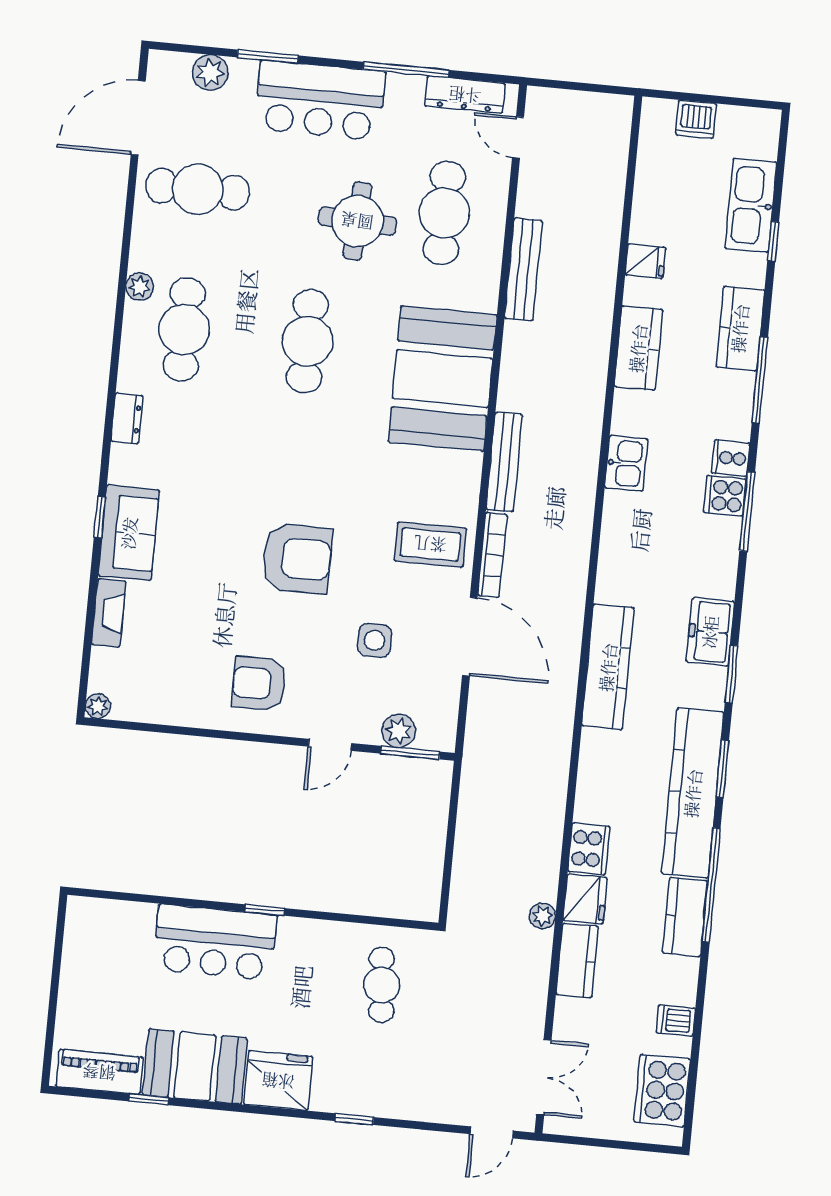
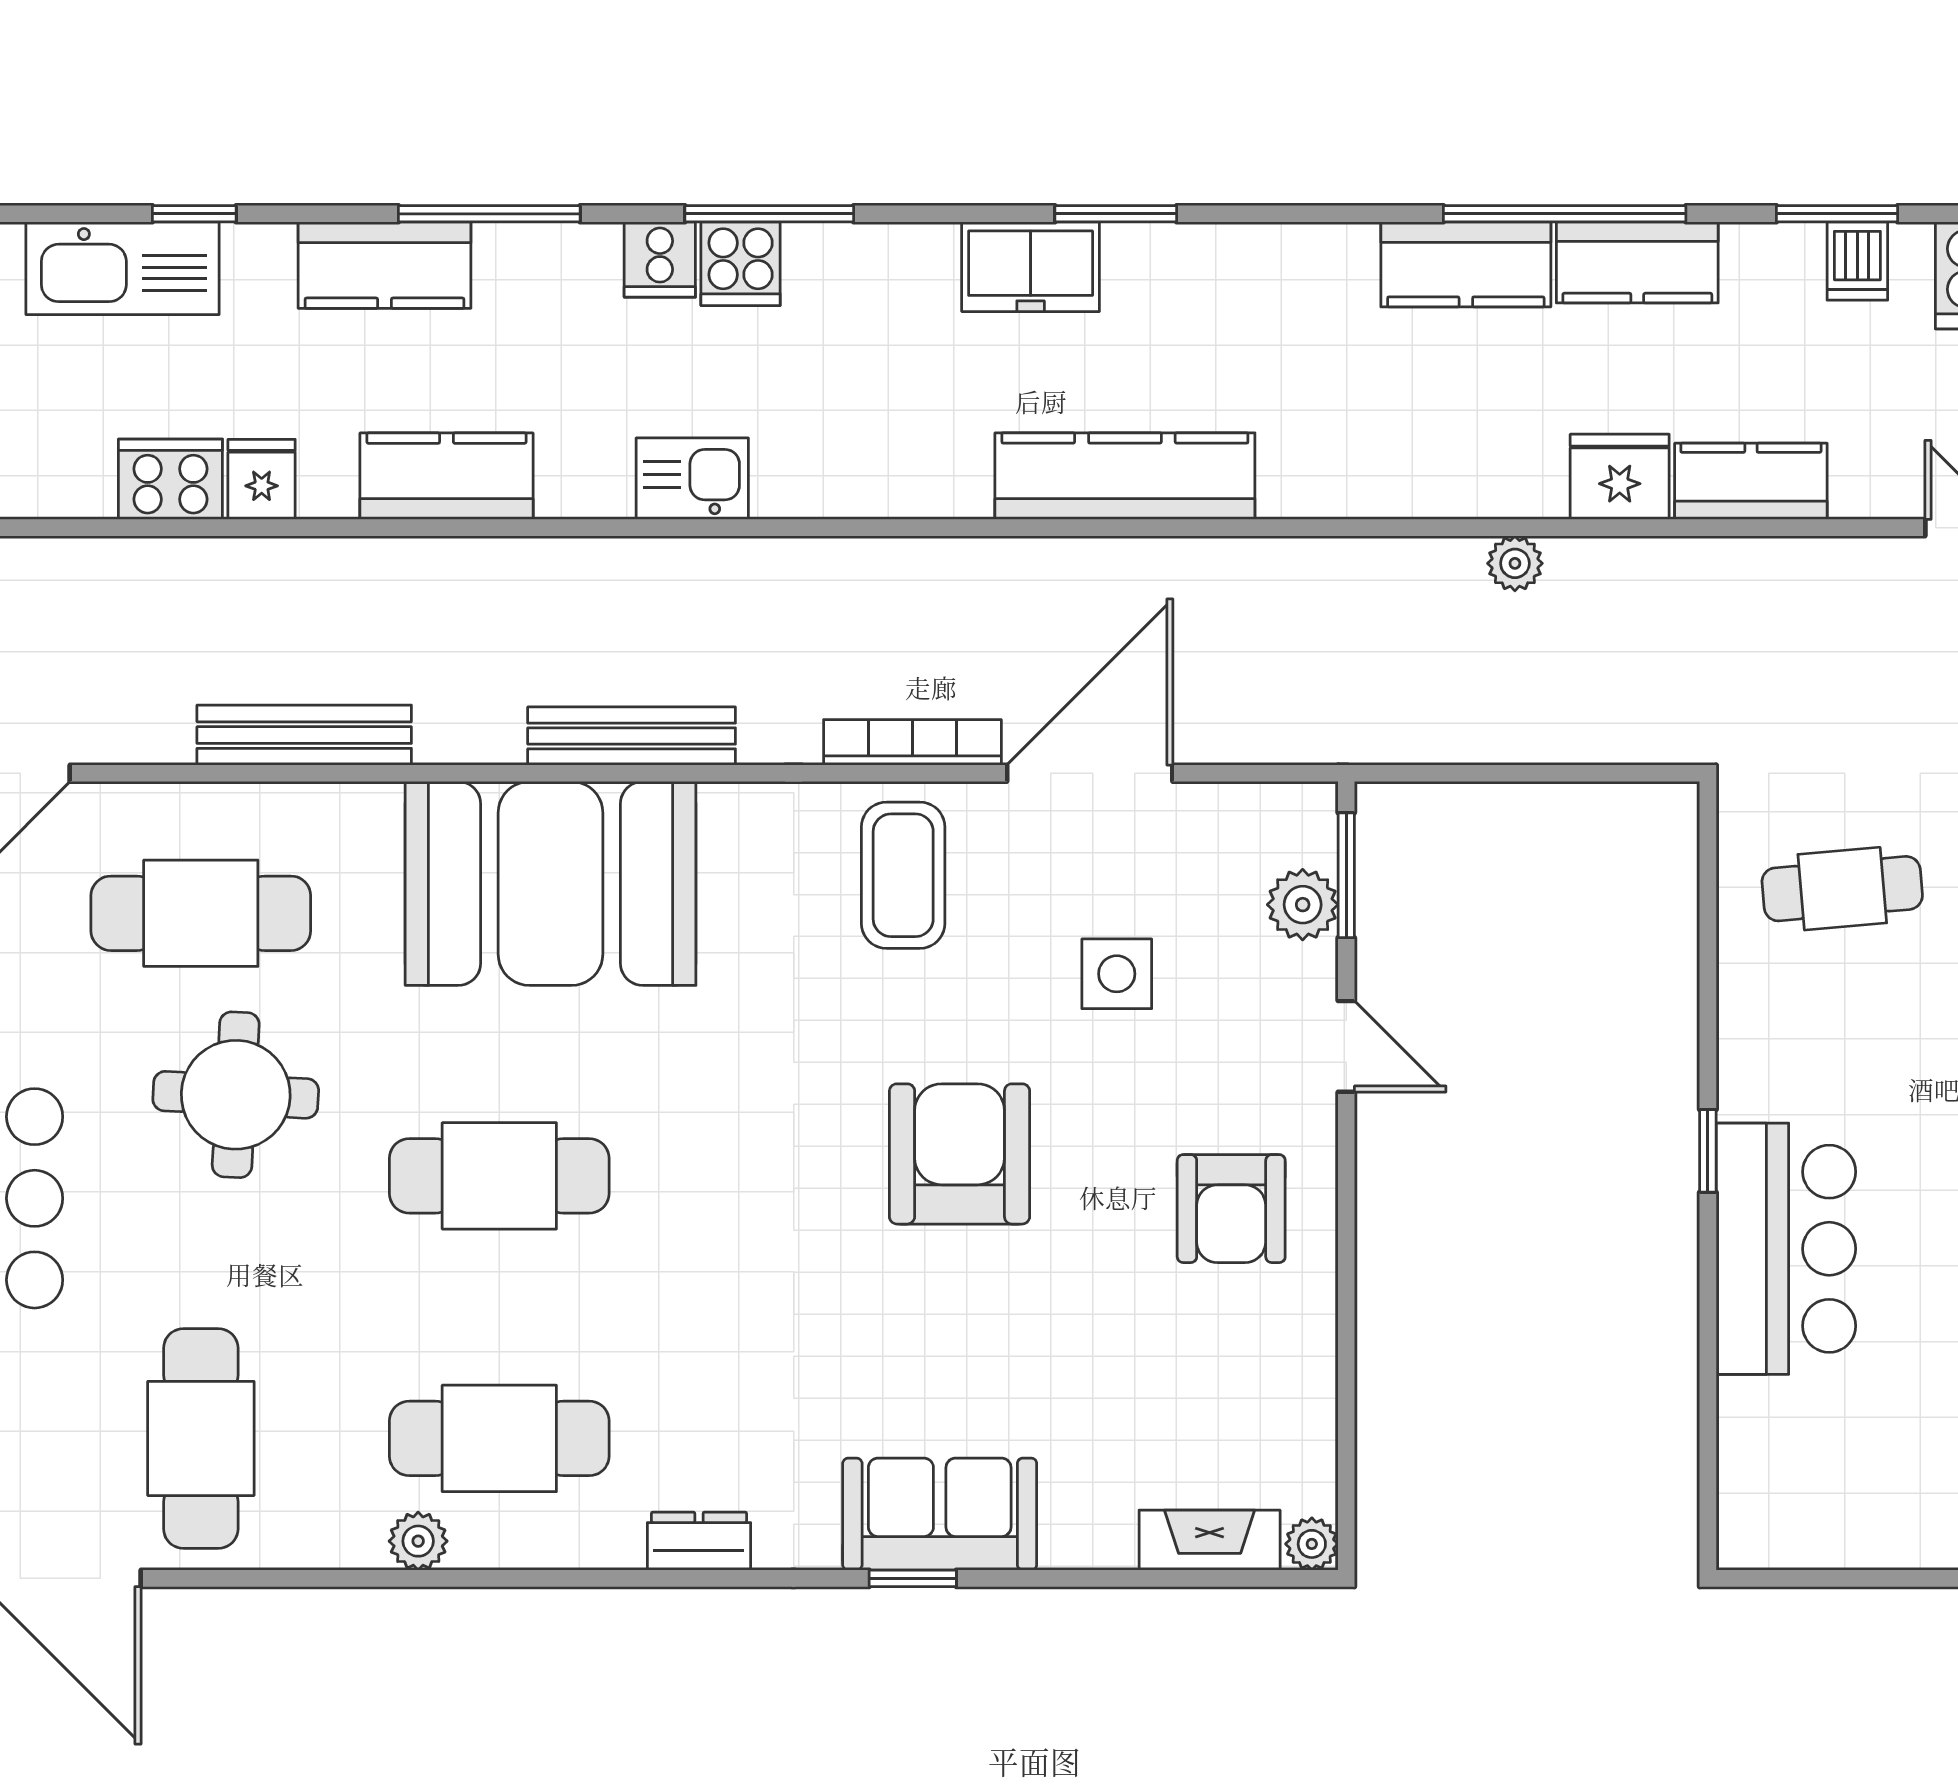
bench: (504, 462) -> (632, 736), moved
fireplace: (109, 613) -> (1210, 1540), moved
window: (722, 769) -> (1837, 214), moved
kitchen counter: (693, 793) -> (1466, 264), width x0.48, depth x0.86
cooker: (589, 849) -> (170, 479), moved
plant: (542, 916) -> (1515, 563), moved

